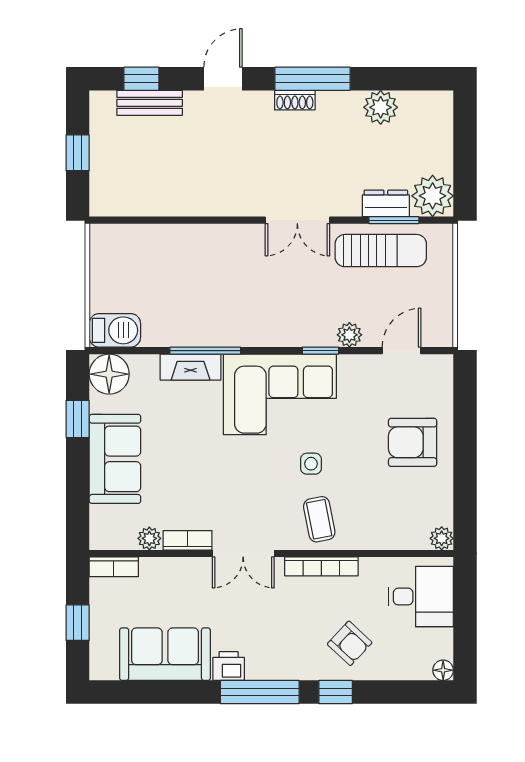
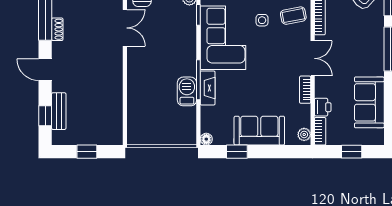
barbecue: (115, 330) -> (187, 91), moved
floor lamp: (109, 374) -> (206, 139), width x0.53, depth x0.53
plant: (149, 538) -> (304, 134), moved
printer: (229, 666) -> (323, 107), moved, turned 180

